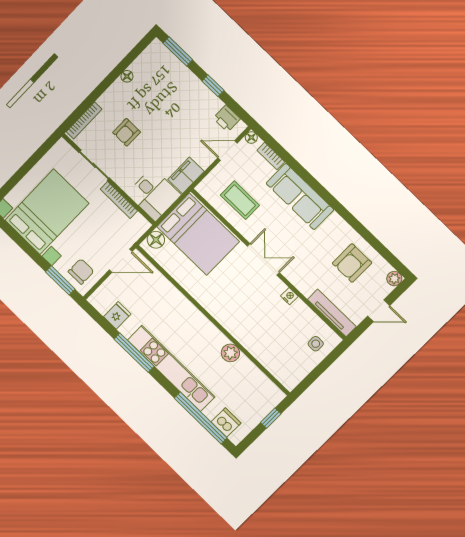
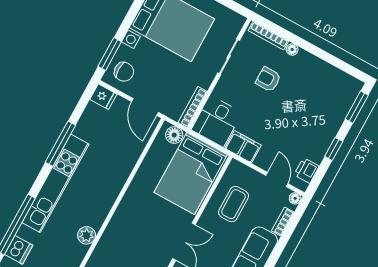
floor lamp: (127, 76) -> (292, 50), moved
bookcase: (119, 200) -> (193, 107), moved
fridge: (117, 315) -> (103, 97), moved

